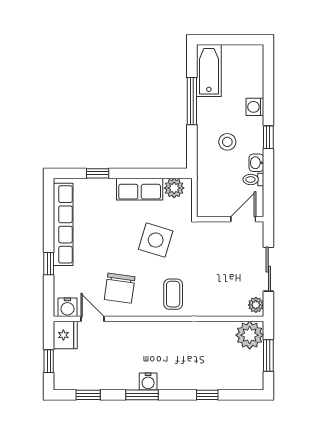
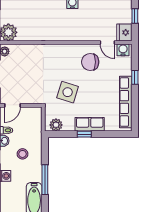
window: (98, 173) -> (84, 134), moved
row of seats: (140, 189) -> (90, 124), moved
chair: (120, 288) -> (90, 62), turned -98
coffee table: (173, 294) -> (57, 58), removed

